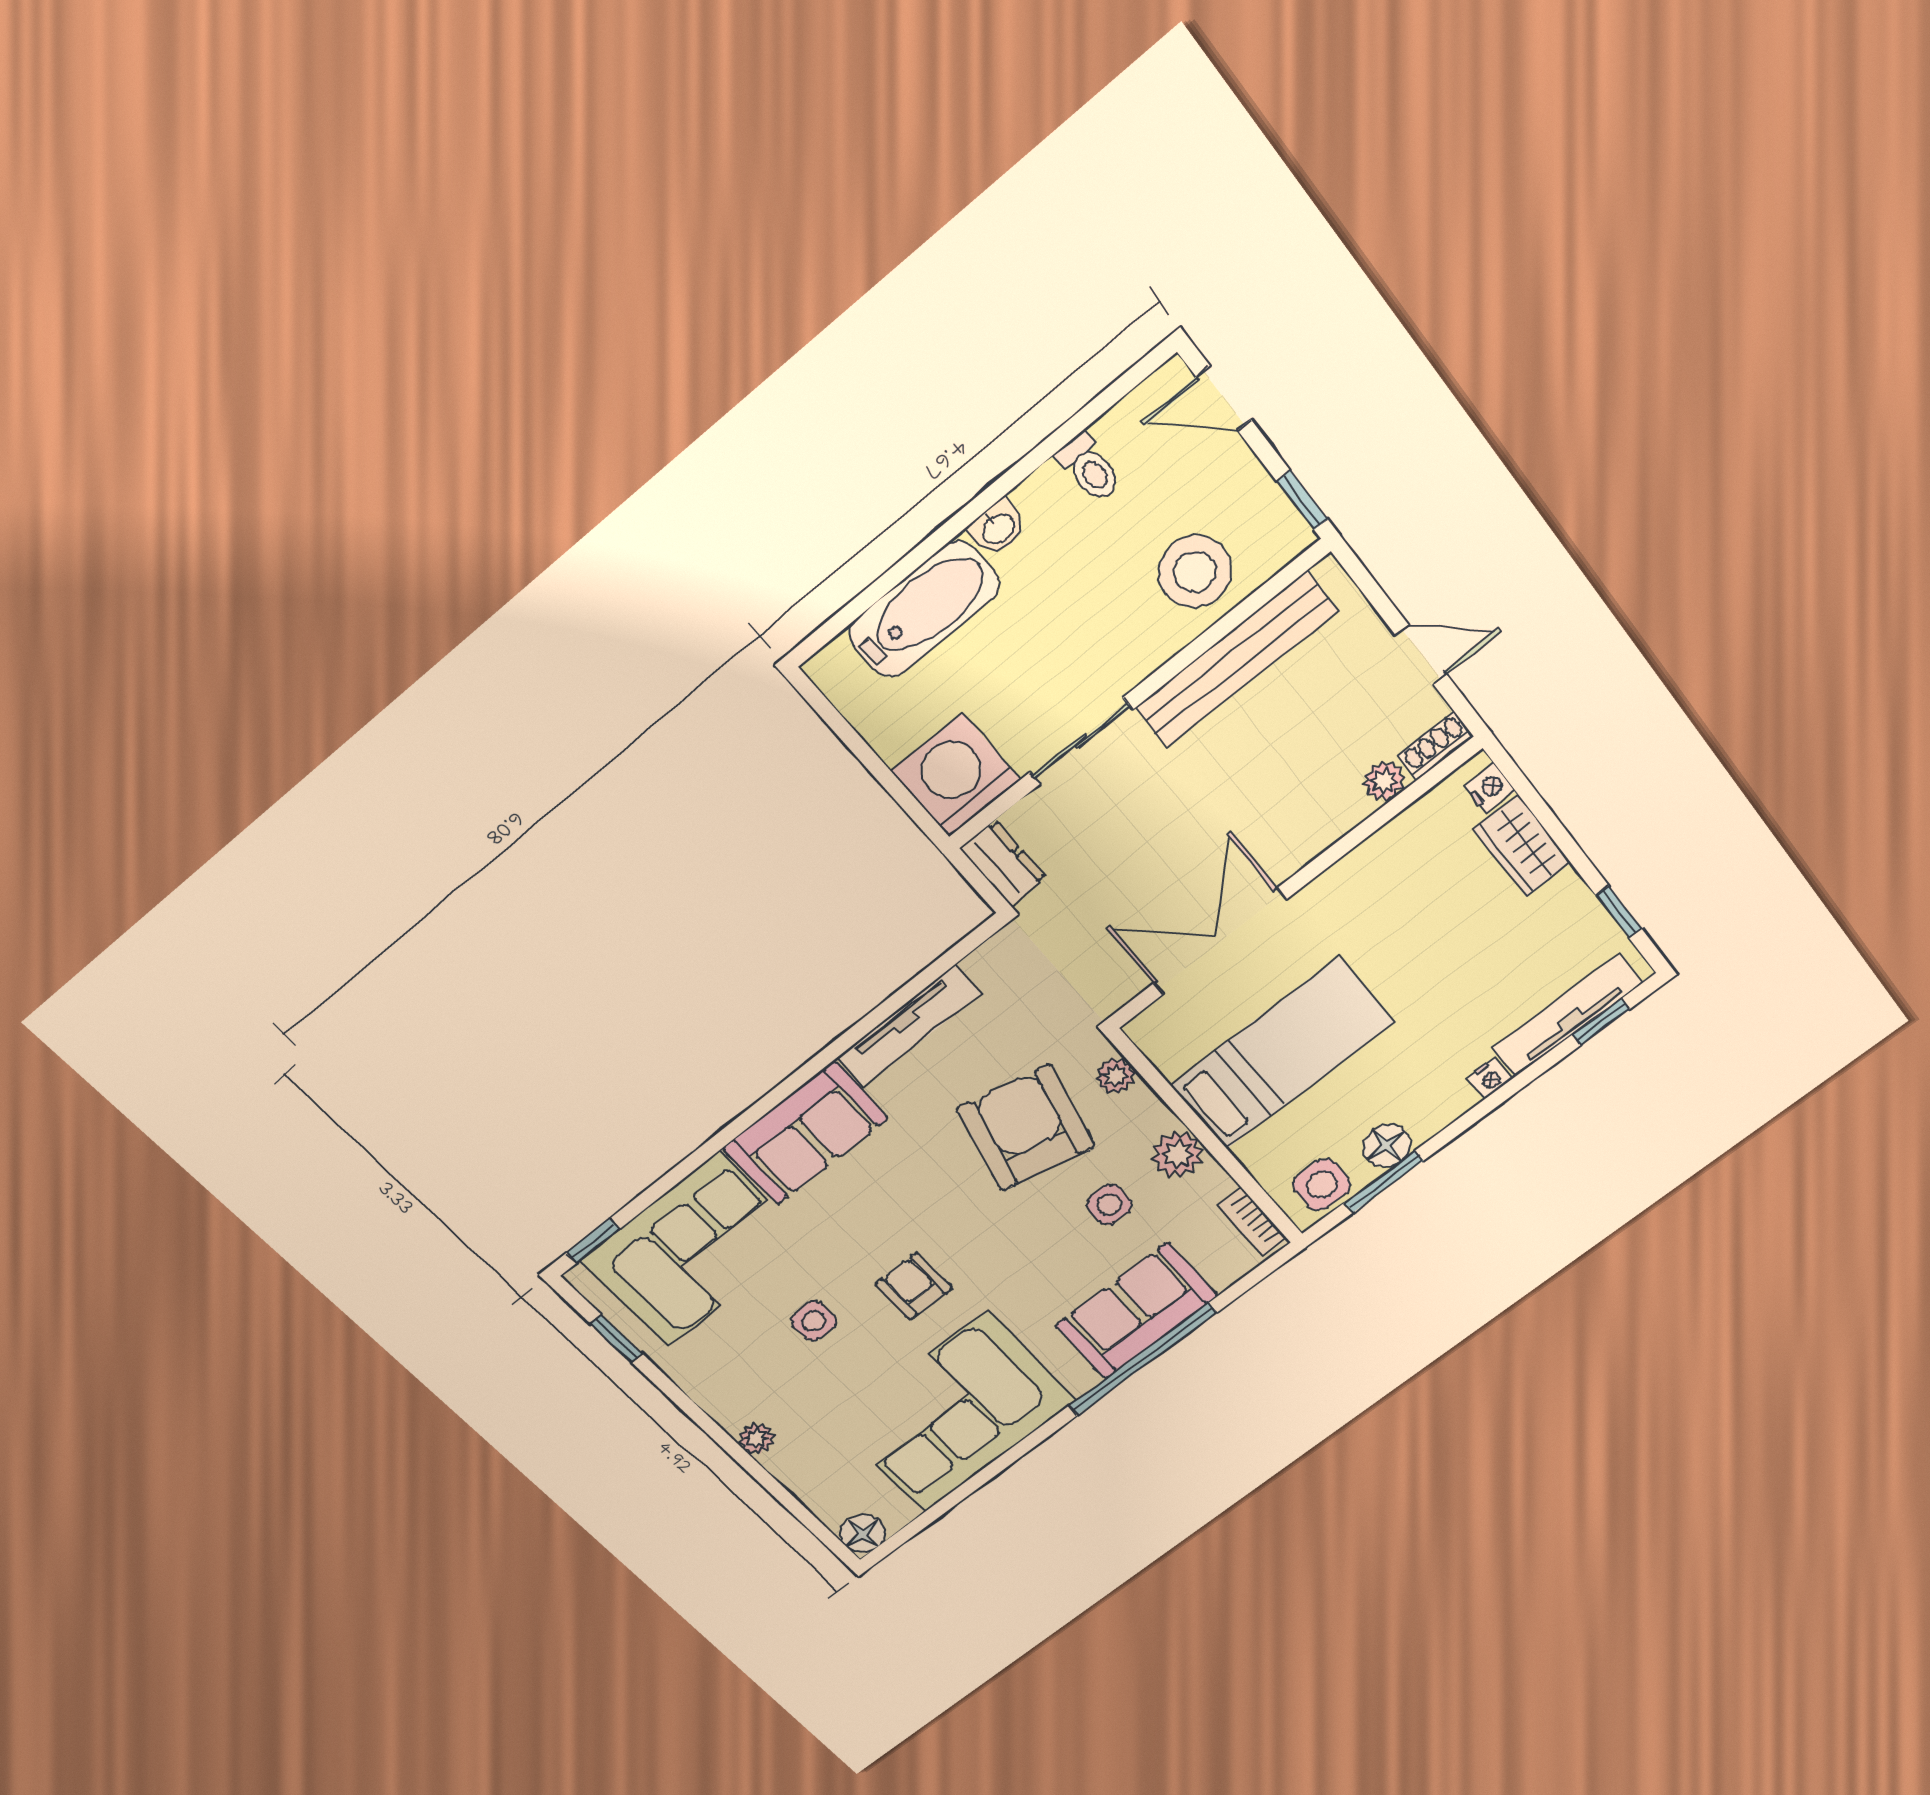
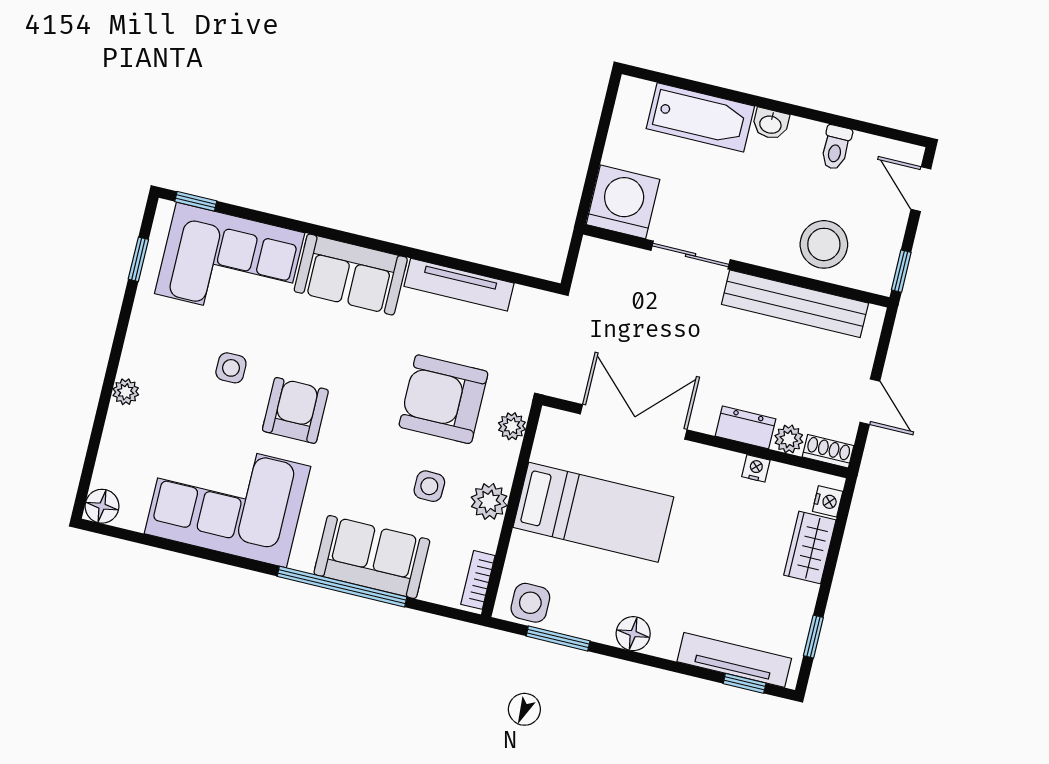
dresser: (1003, 863) -> (746, 427), moved, turned -90
nightstand: (1490, 1078) -> (756, 468), moved, turned 180
armchair: (1026, 1128) -> (443, 399), turned -103
floor lamp: (1387, 1146) -> (633, 634), moved
armchair: (914, 1286) -> (295, 410), width x1.38, depth x1.38

